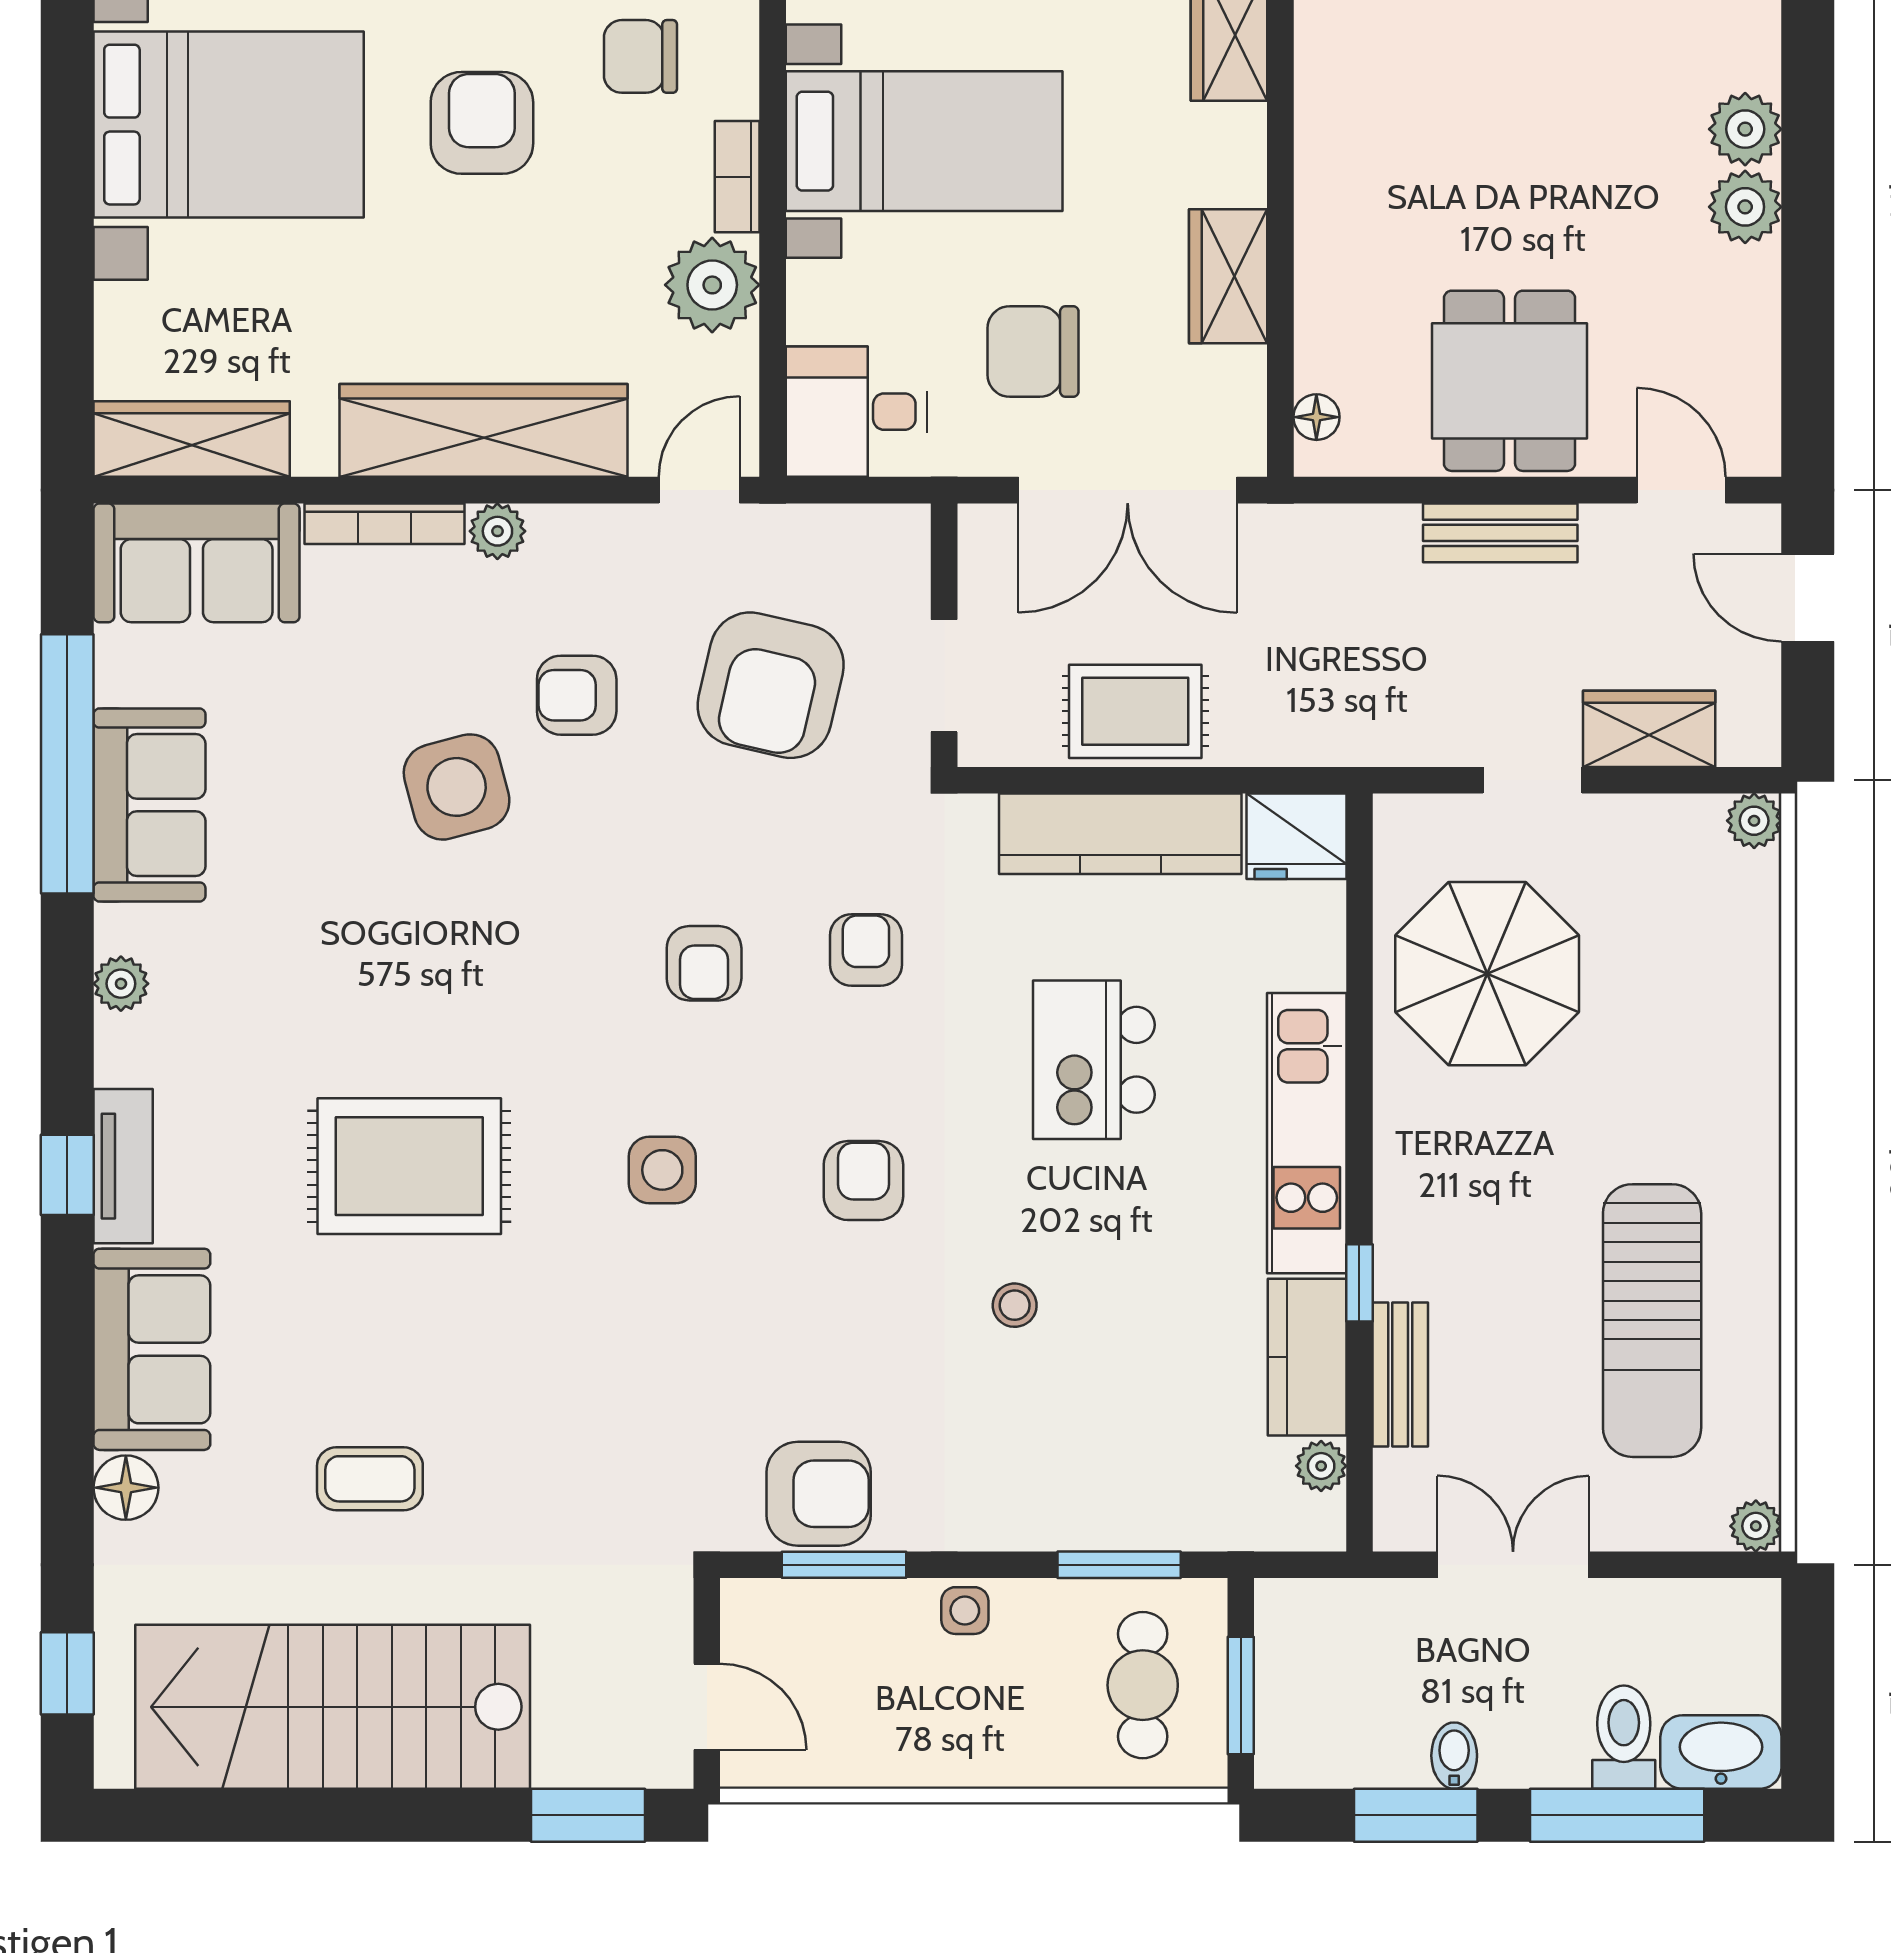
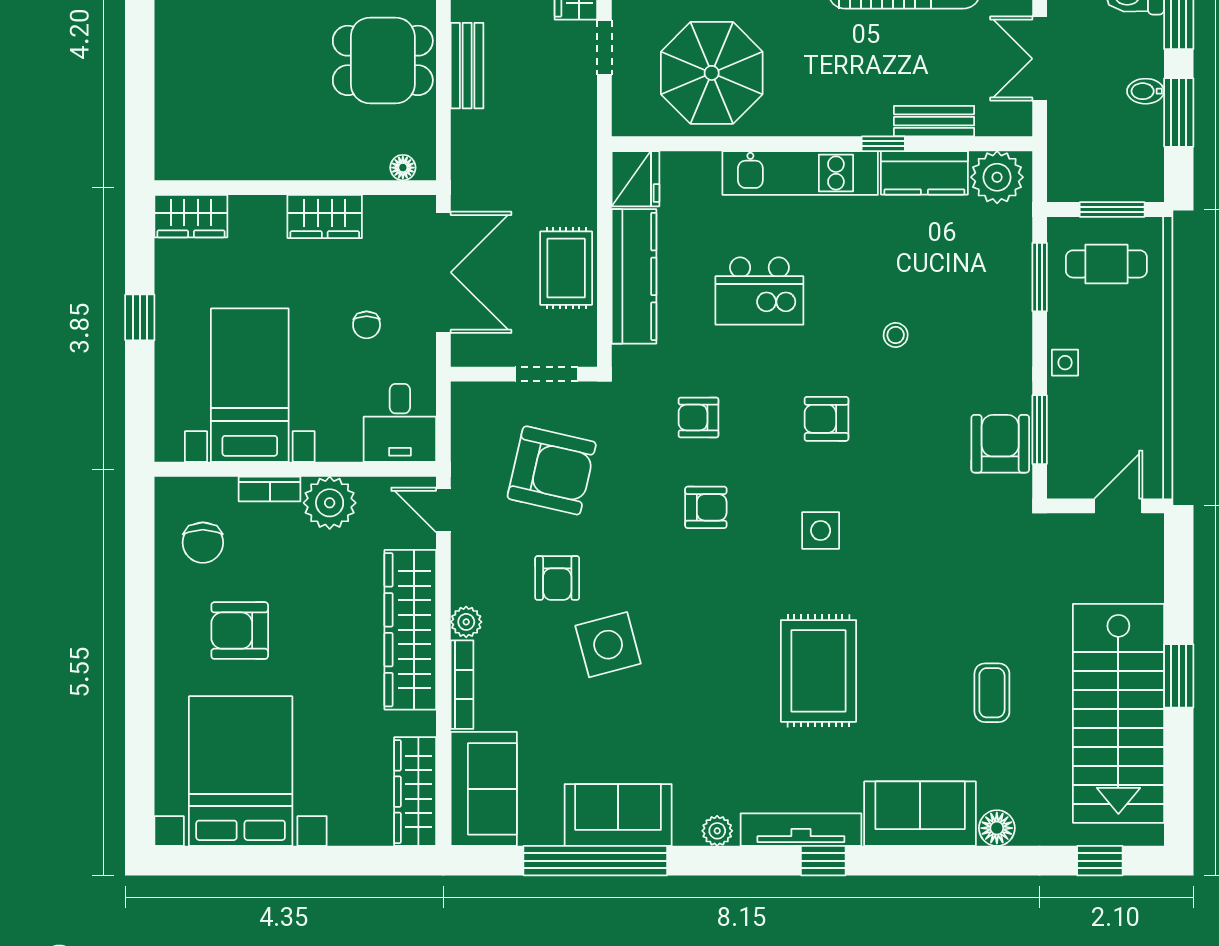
chair: (1033, 351) -> (367, 325), width x0.54, depth x0.54
tv unit: (123, 1166) -> (801, 830), width x1.41
plant: (1321, 1466) -> (997, 177), width x1.87, depth x1.87
window: (588, 1815) -> (1179, 676), moved

